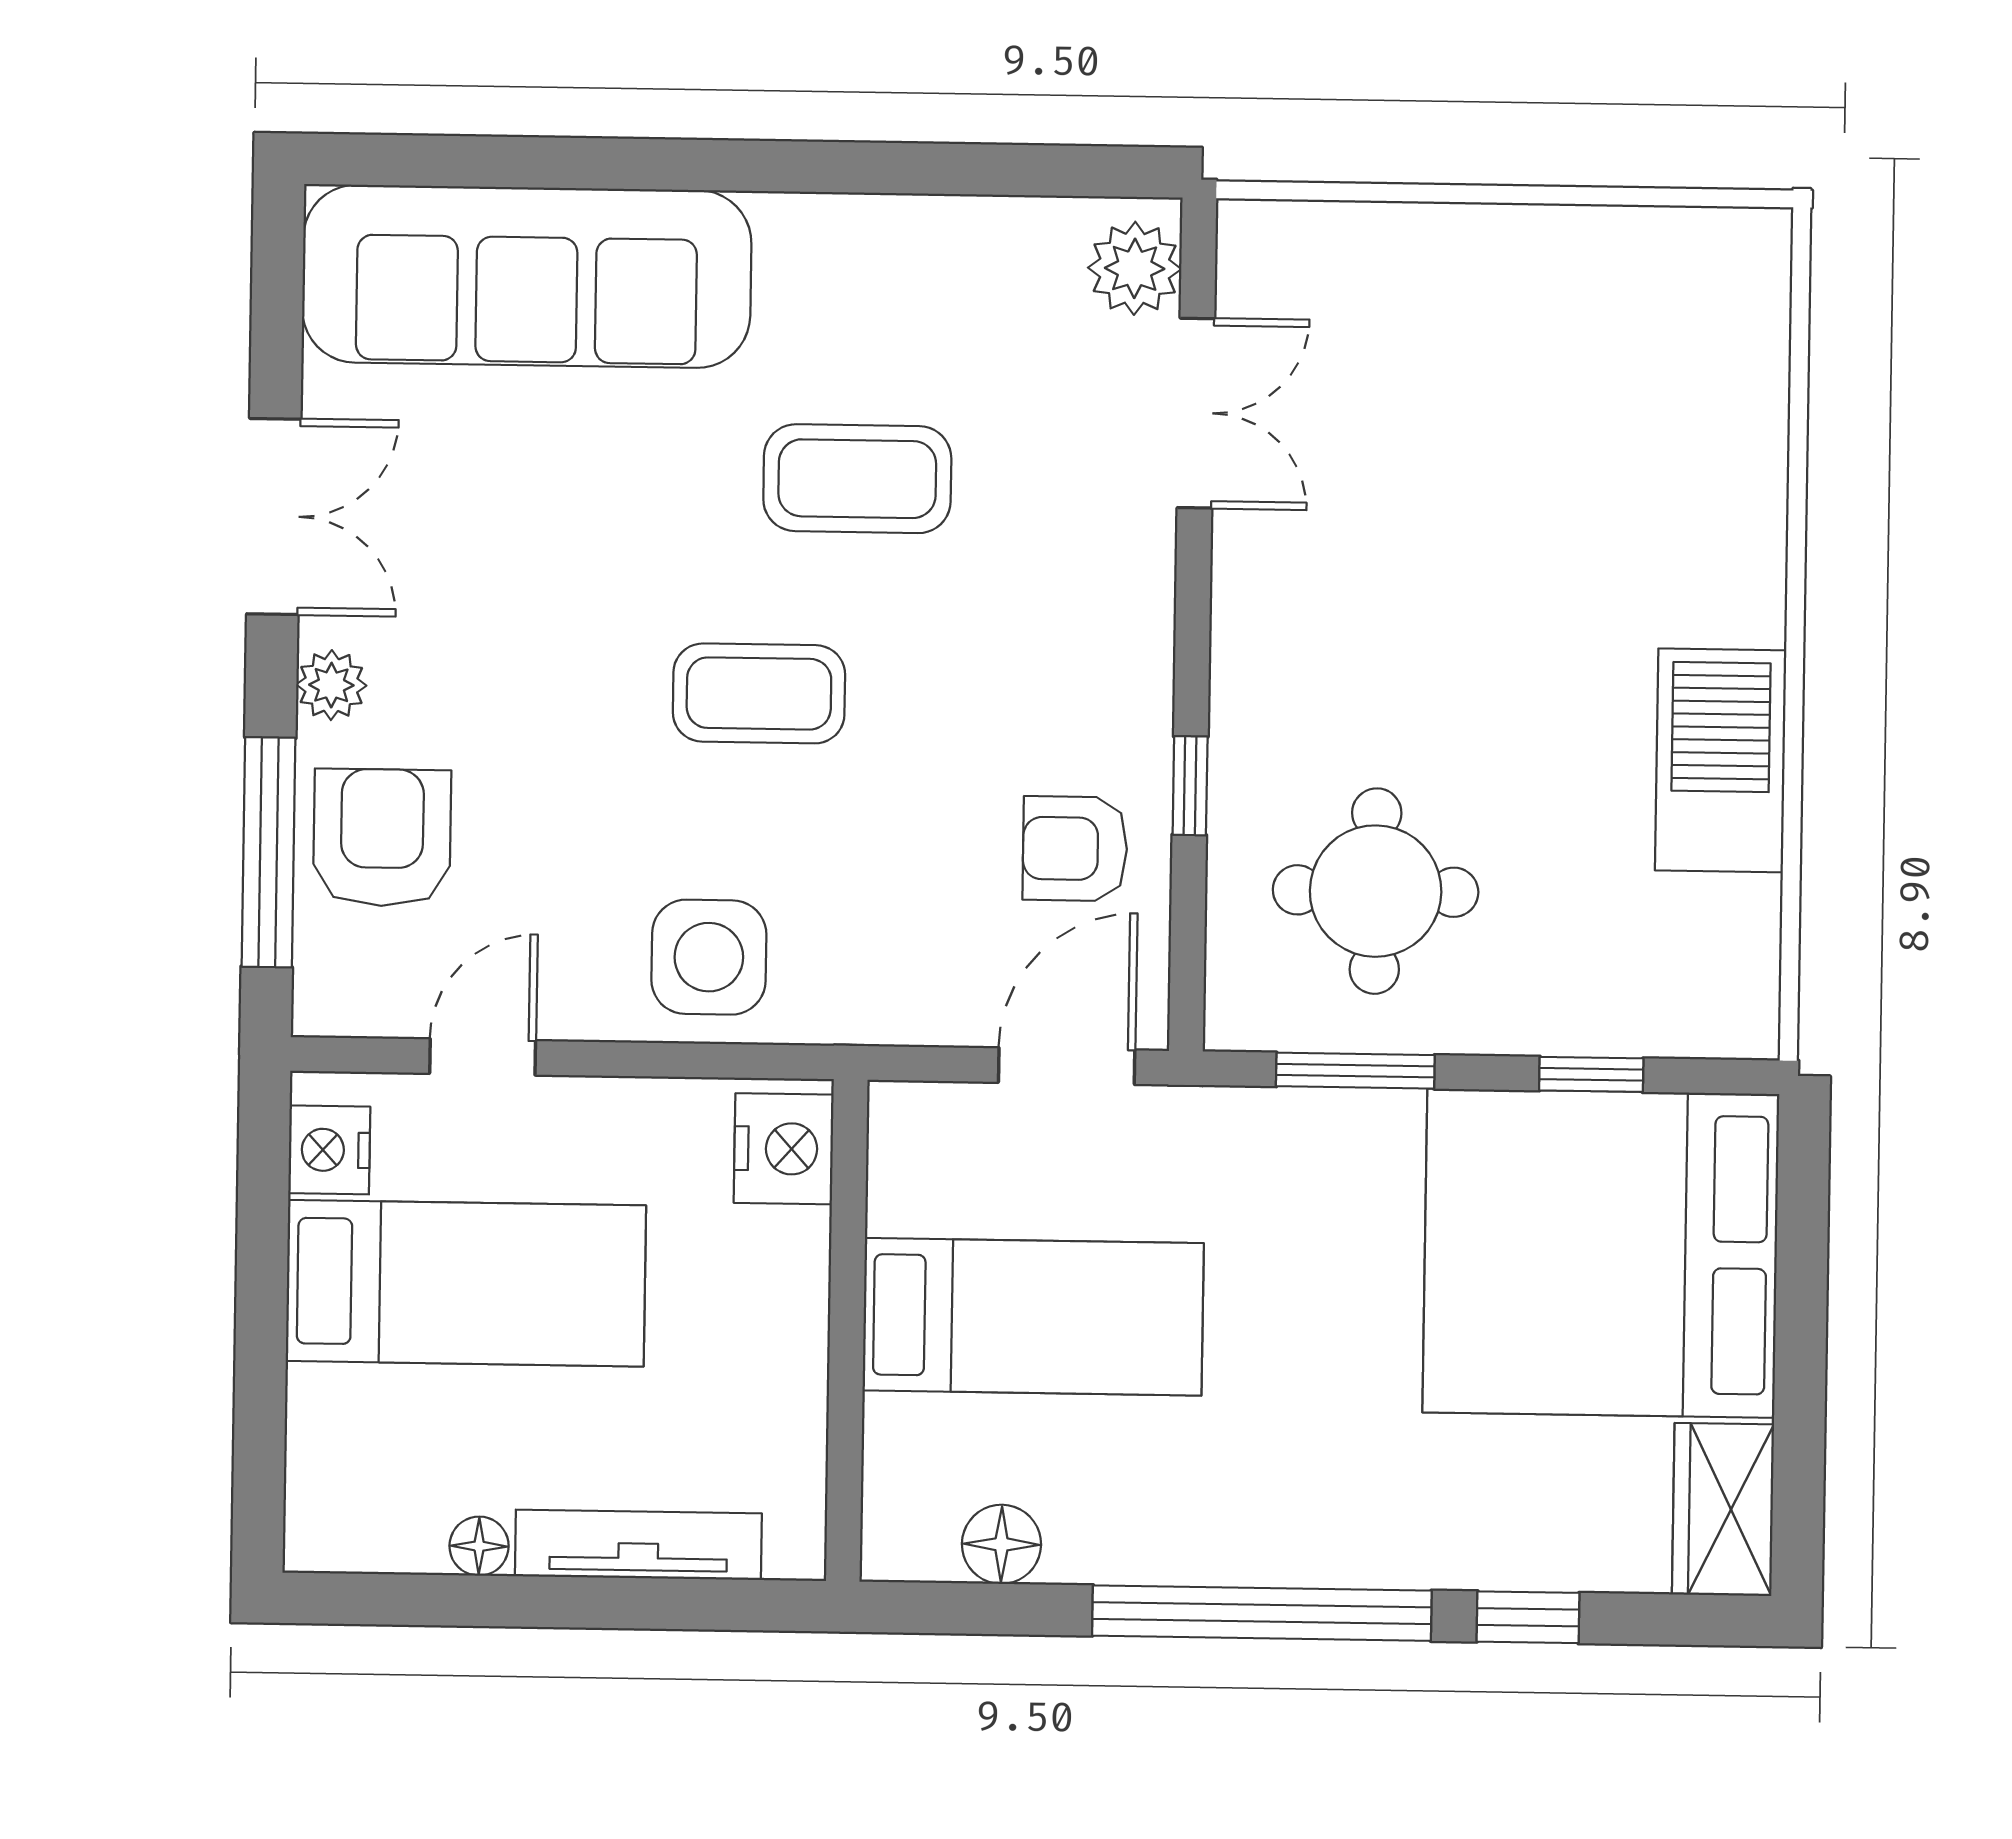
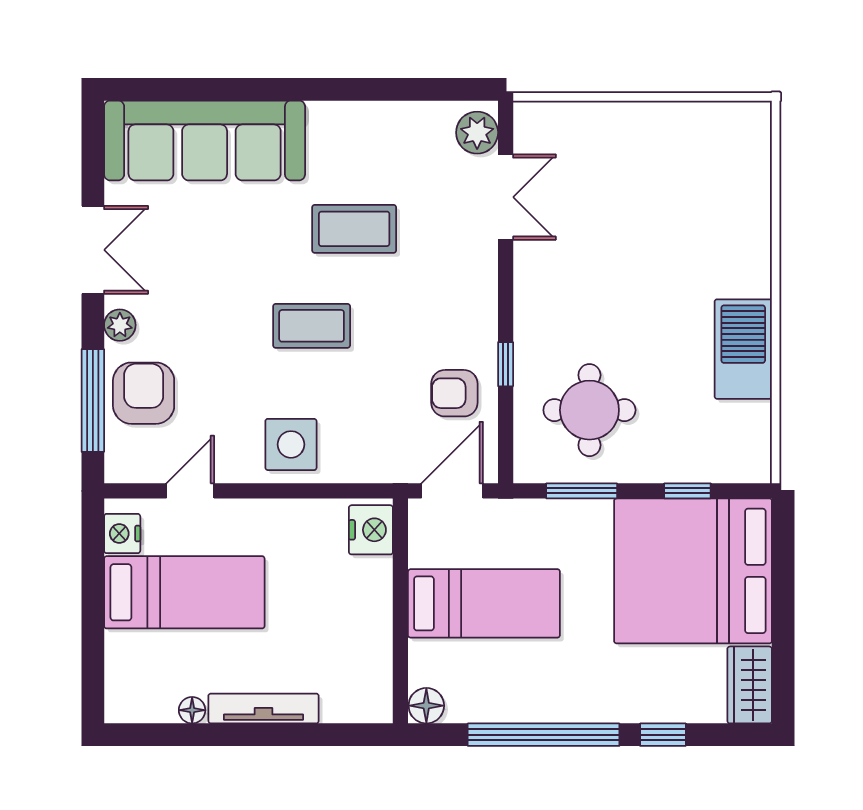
nightstand: (784, 1149) -> (371, 530), moved
bed: (1033, 1317) -> (484, 603), moved
wall: (847, 1330) -> (400, 611), moved

